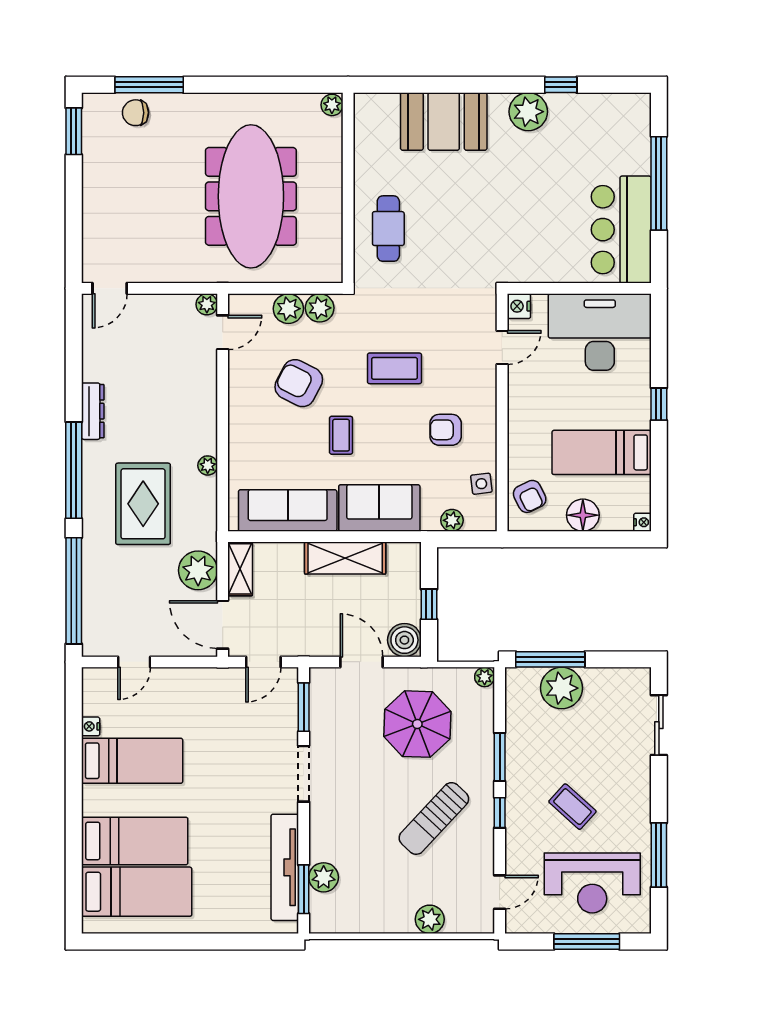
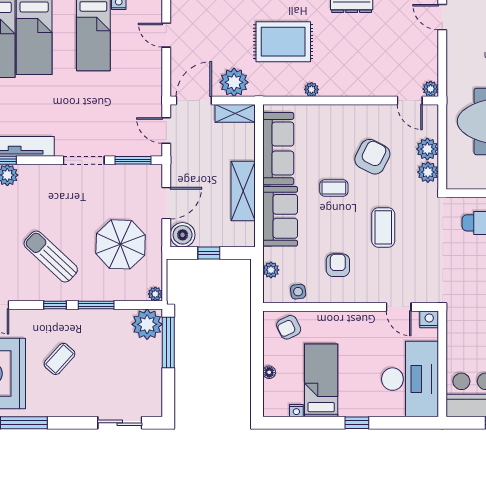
floor lamp: (583, 515) -> (269, 372), width x0.53, depth x0.53
nightstand: (642, 522) -> (296, 411), moved
plant: (562, 688) -> (147, 324), moved

